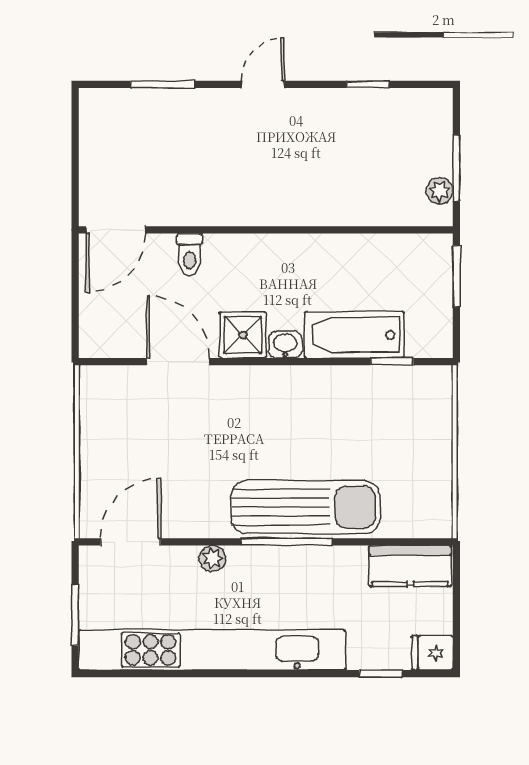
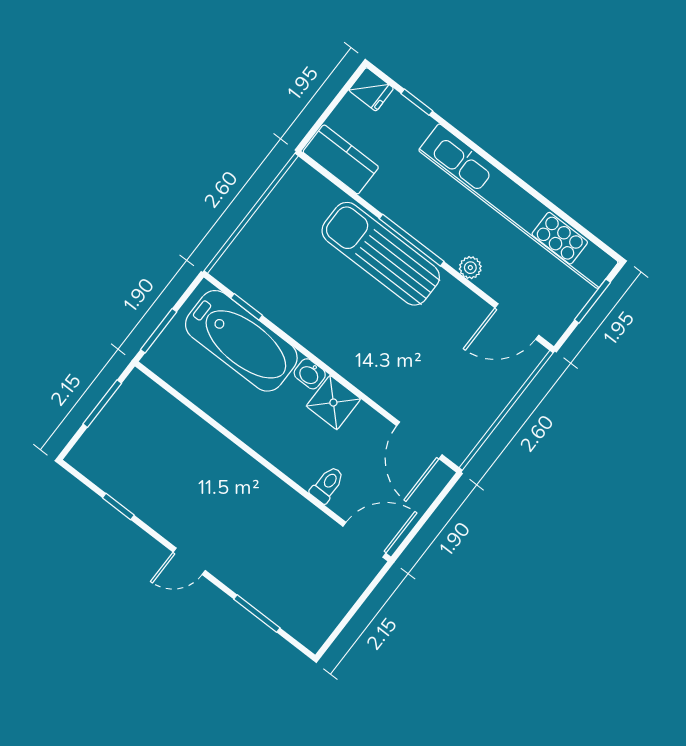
plant: (440, 191) -> (125, 397), removed
bathtub: (354, 335) -> (241, 341), width x1.36, depth x1.36
door: (178, 362) -> (419, 440), moved

